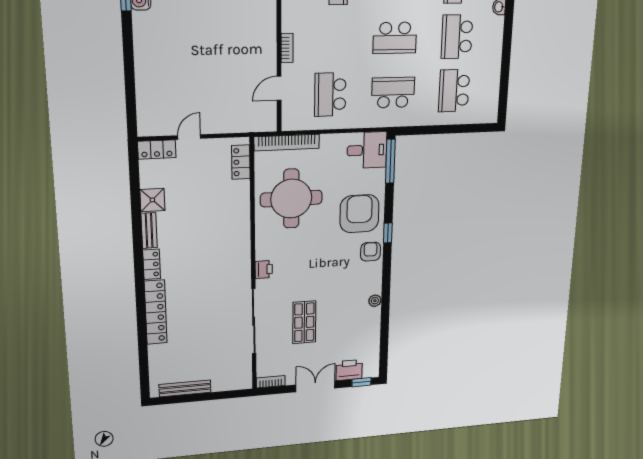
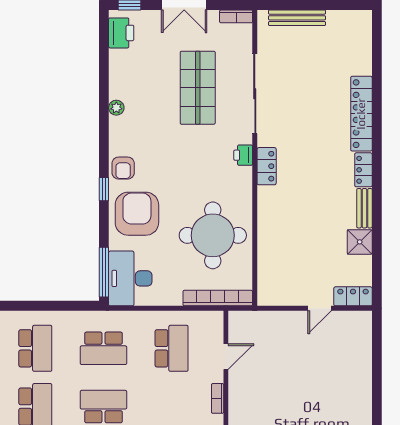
desk: (367, 150) -> (130, 278), width x1.37
locker: (241, 162) -> (267, 166), moved
armchair: (359, 214) -> (137, 214), turned 180
shop shelf: (304, 322) -> (198, 88), width x1.43, depth x1.36
printer: (349, 370) -> (121, 33), moved, turned -90
bench: (185, 388) -> (297, 18), moved

